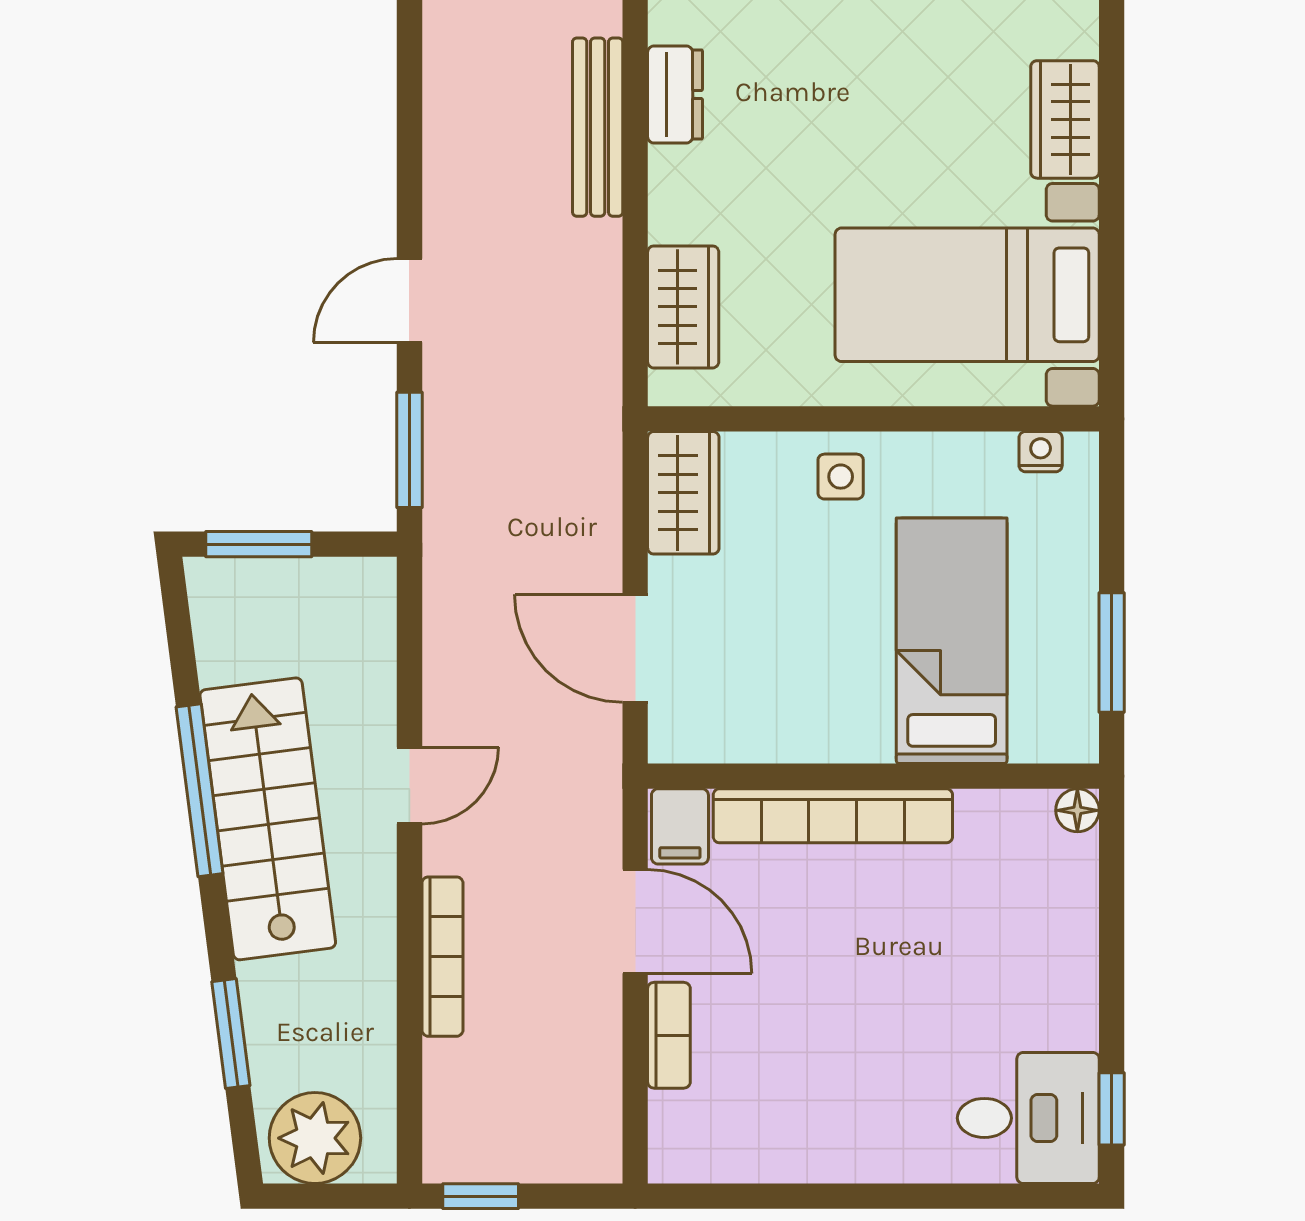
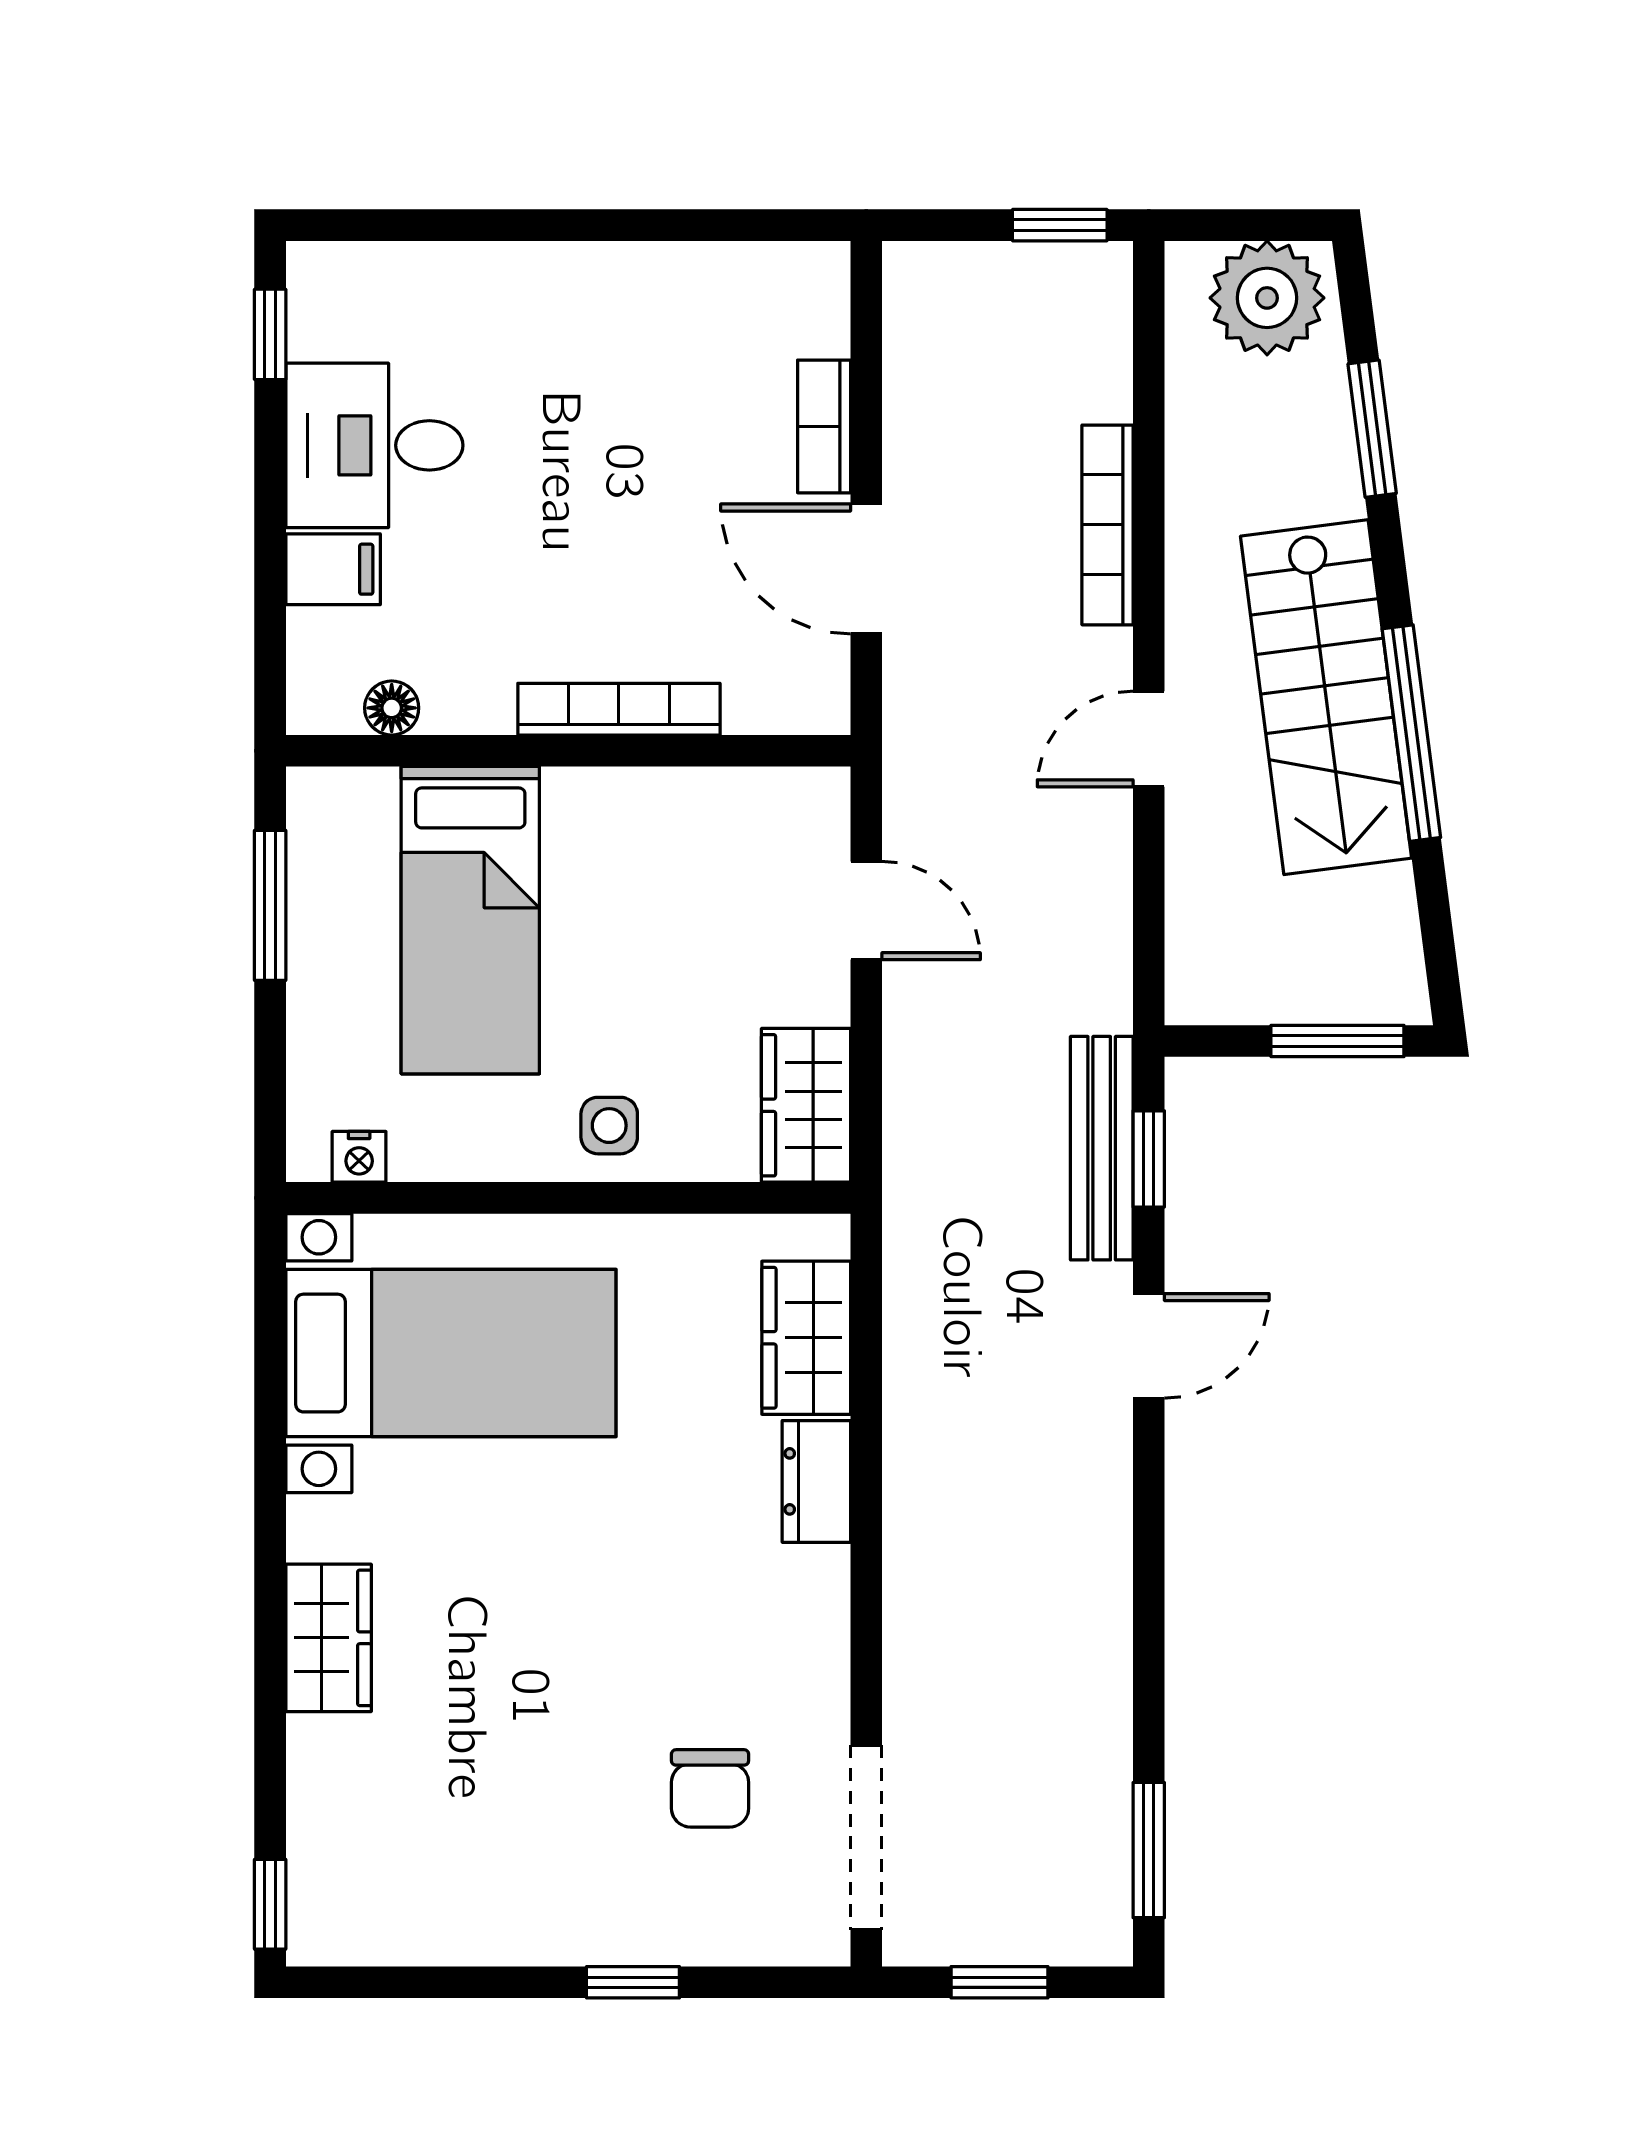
dresser: (675, 94) -> (816, 1481), moved
wardrobe: (1065, 119) -> (329, 1638), moved
bench: (598, 127) -> (1102, 1148), moved
window: (409, 450) -> (1149, 1159), width x0.67
door: (635, 648) -> (866, 911), width x0.73
floor lamp: (1077, 810) -> (392, 708), moved
bookcase: (833, 816) -> (619, 709), width x0.68, depth x0.76
filing cabinet: (680, 826) -> (333, 569), moved, turned 90
desk: (1028, 1118) -> (374, 445), moved

